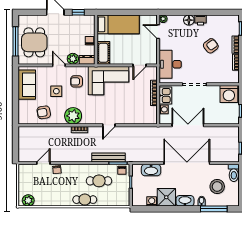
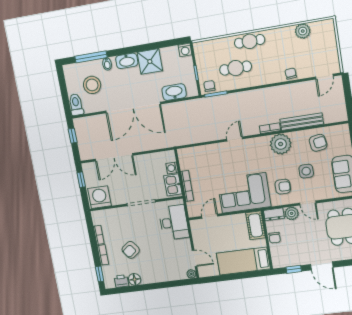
floor lamp: (189, 20) -> (135, 279), moved
printer: (201, 20) -> (121, 281), moved
double door: (188, 125) -> (114, 157), moved
bench: (109, 157) -> (302, 122), moved
door: (43, 163) -> (324, 77), moved
plant: (28, 200) -> (303, 31), moved
washing machine: (152, 201) -> (185, 50), moved

